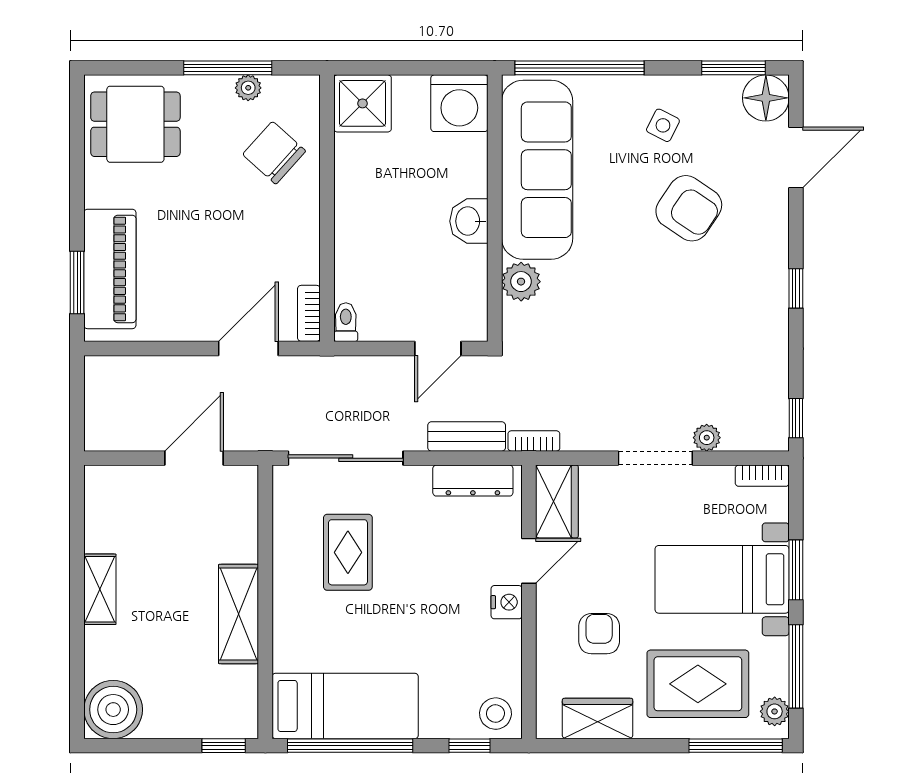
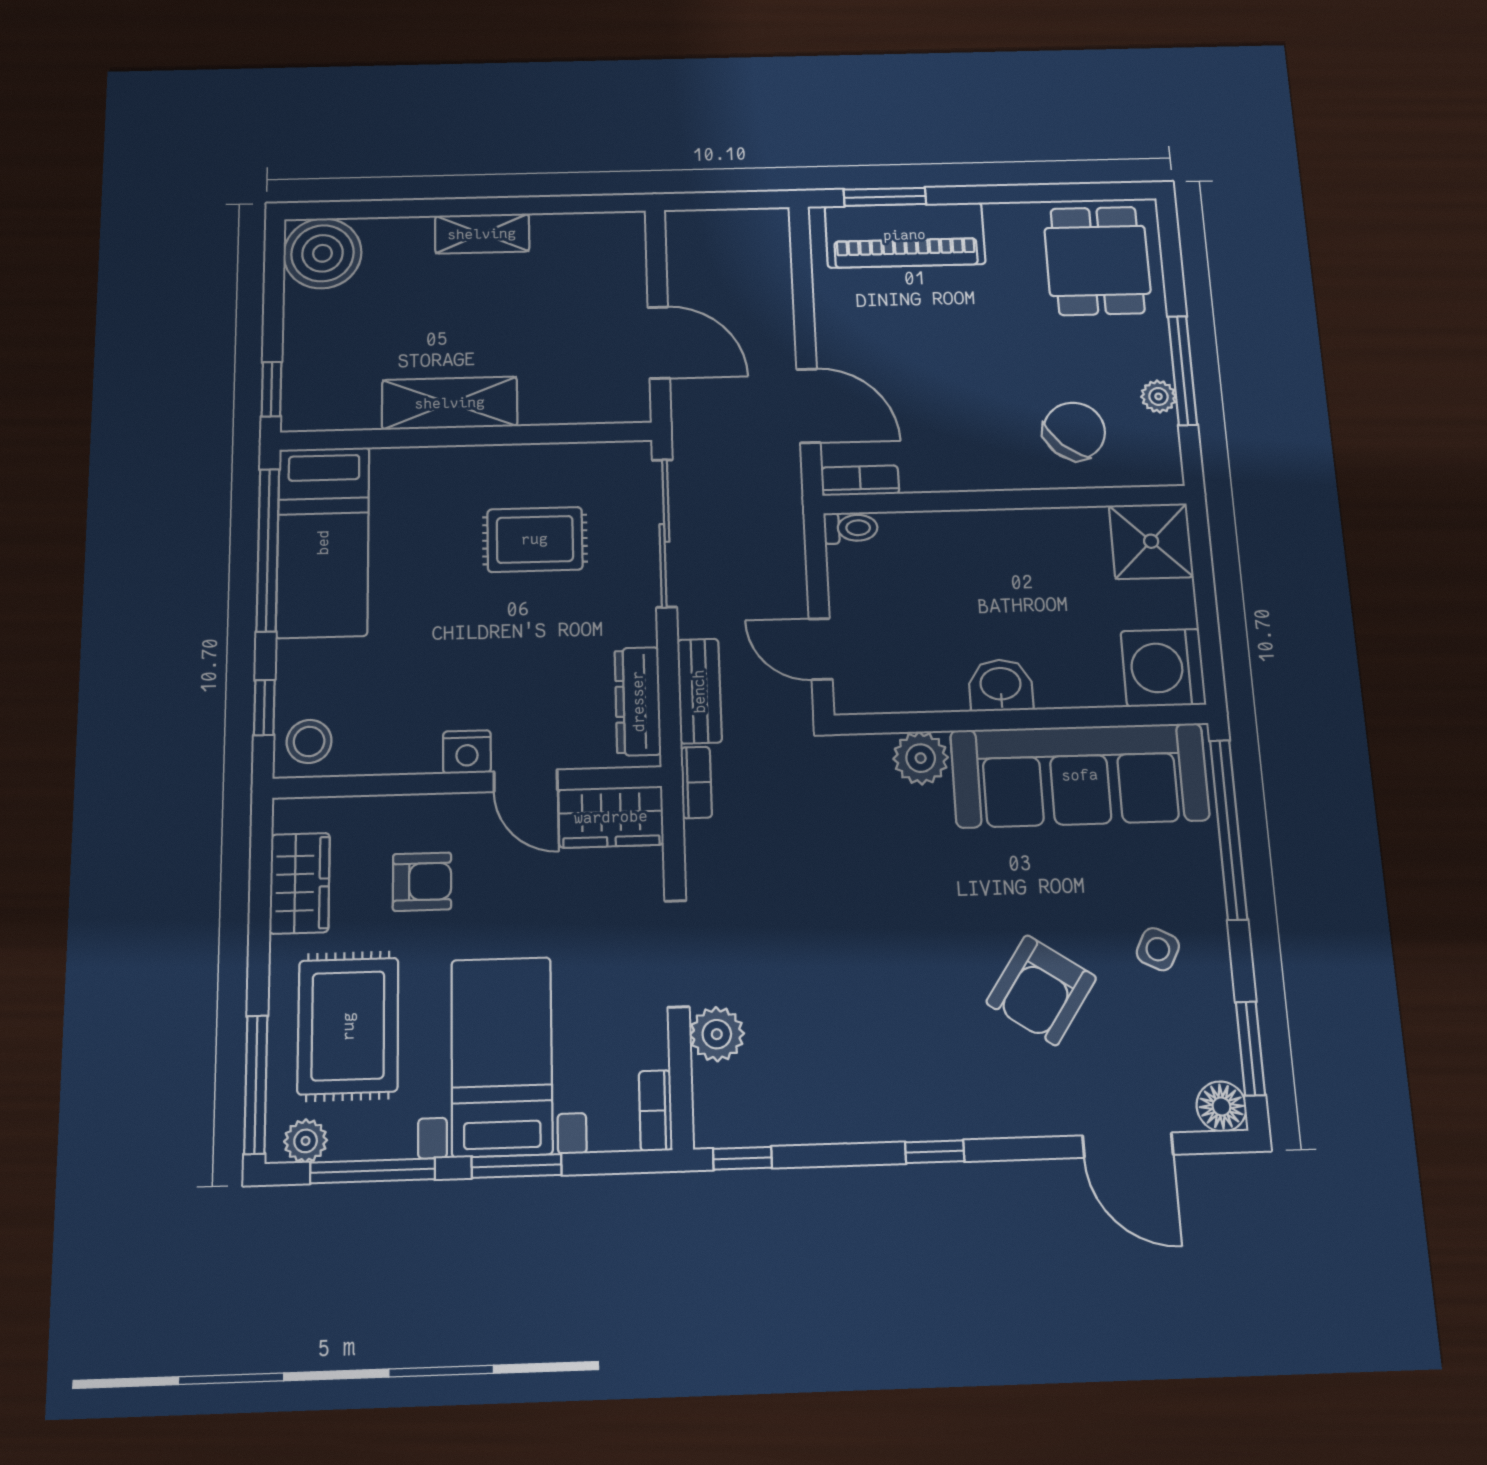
floor lamp: (766, 98) -> (1221, 1107), width x0.73, depth x0.73
plant: (707, 438) -> (717, 1034), width x1.38, depth x1.38

